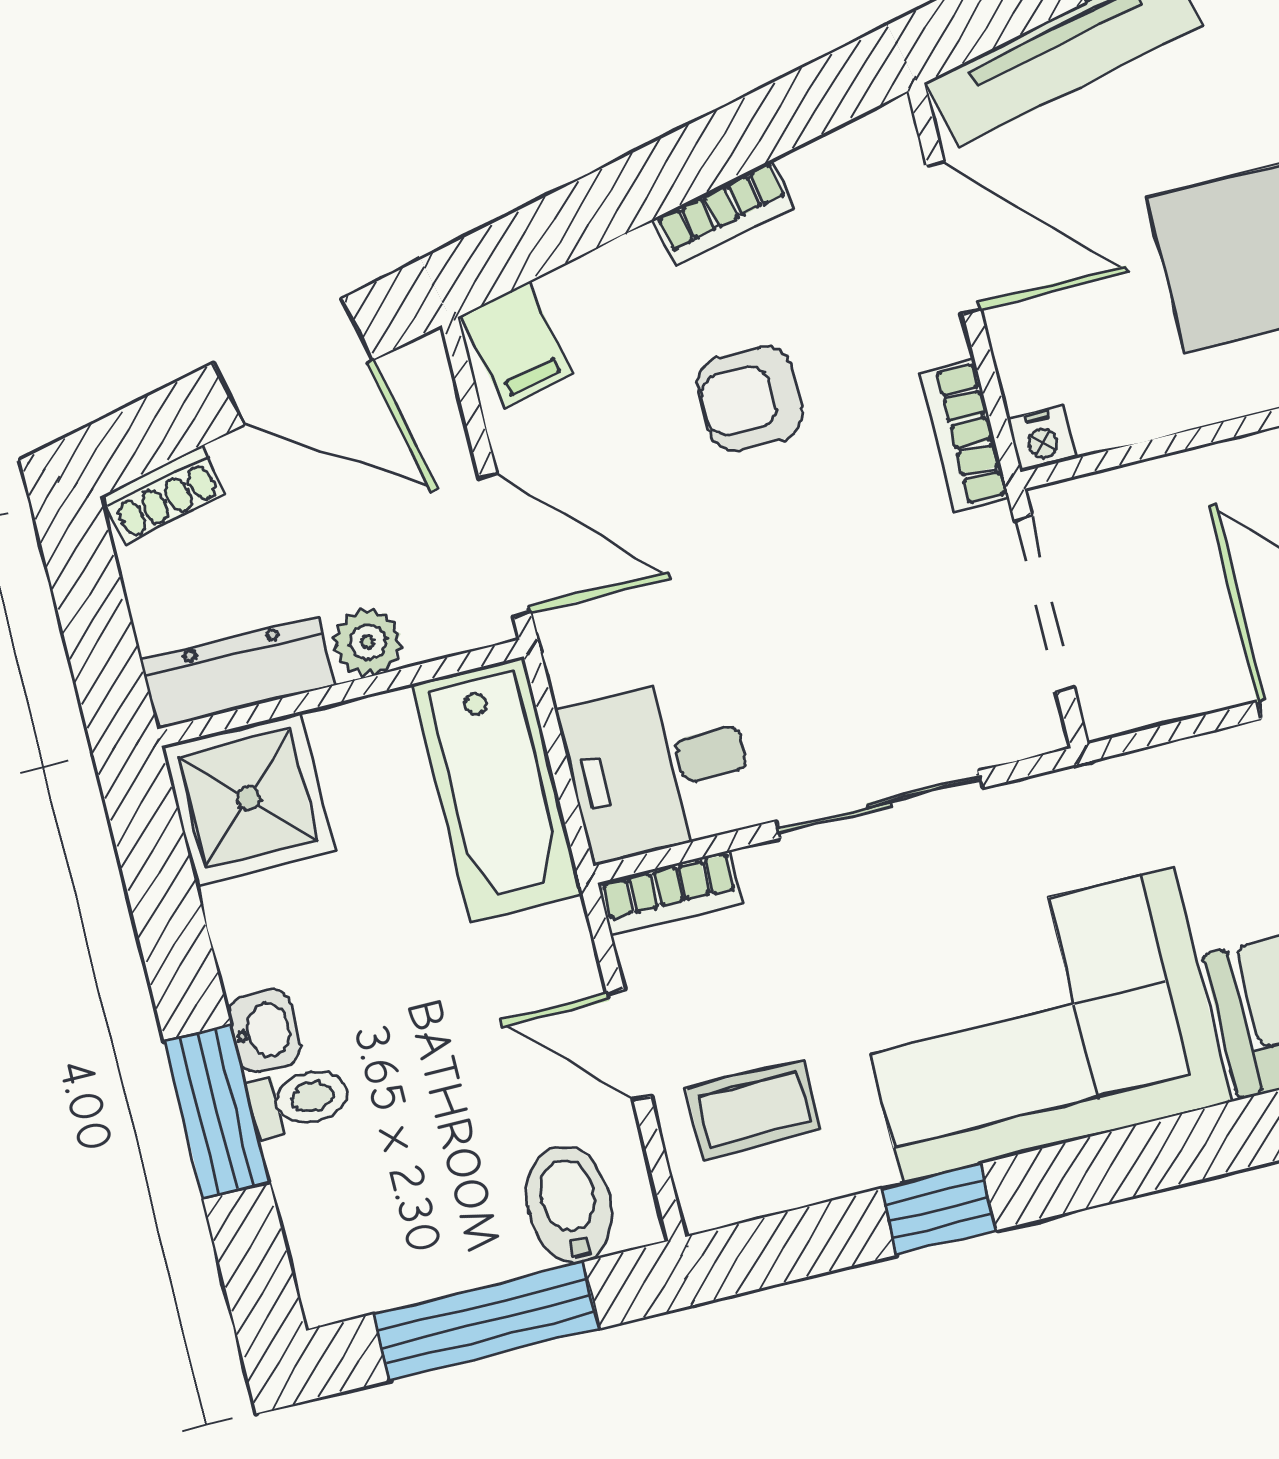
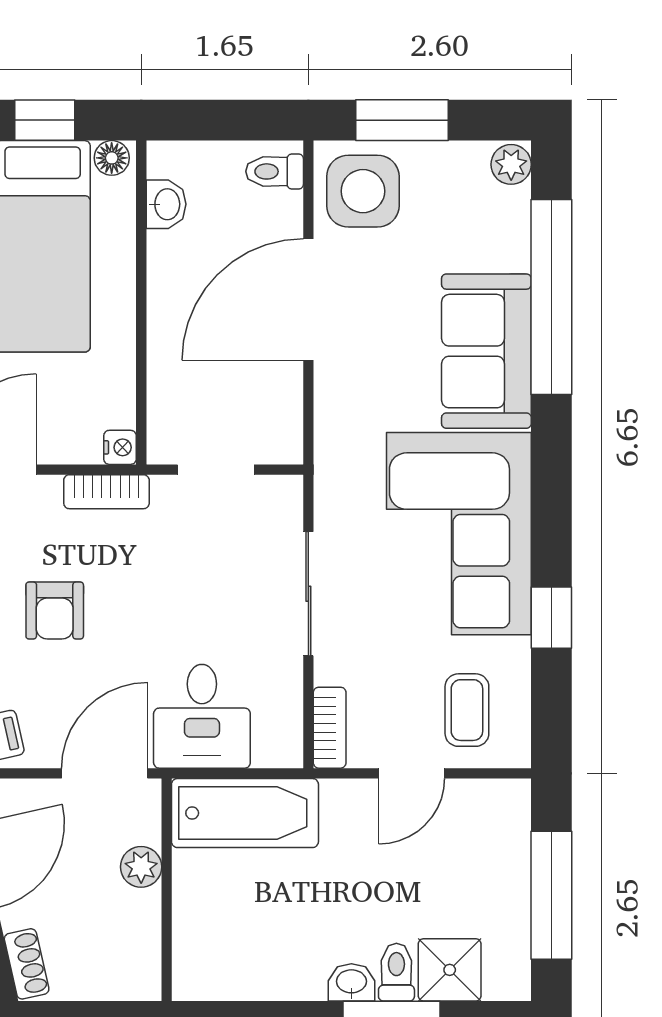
doorway: (1044, 604) -> (216, 470), width x0.73
dresser: (238, 672) -> (140, 946), removed
desk: (659, 767) -> (202, 716), moved
shower: (248, 798) -> (450, 970), moved, width x0.73, depth x0.73
bidet: (570, 1205) -> (496, 830), removed

